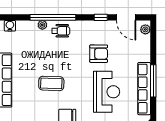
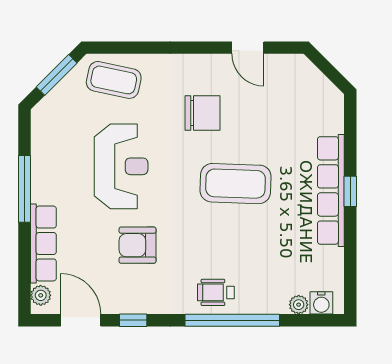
plant: (42, 25) -> (299, 305), moved
coffee table: (51, 83) -> (236, 184), width x1.36, depth x1.32
row of seats: (144, 89) -> (43, 244), moved, width x0.73
reception desk: (107, 92) -> (121, 166), turned 180

